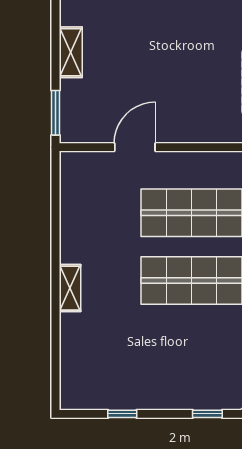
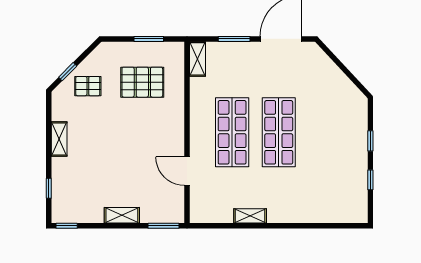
shelving: (70, 288) -> (250, 216), moved
window: (207, 414) -> (370, 141), moved

